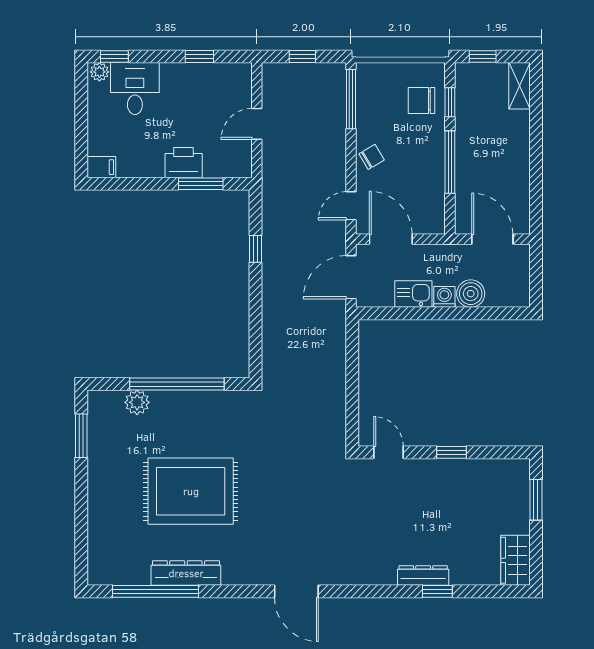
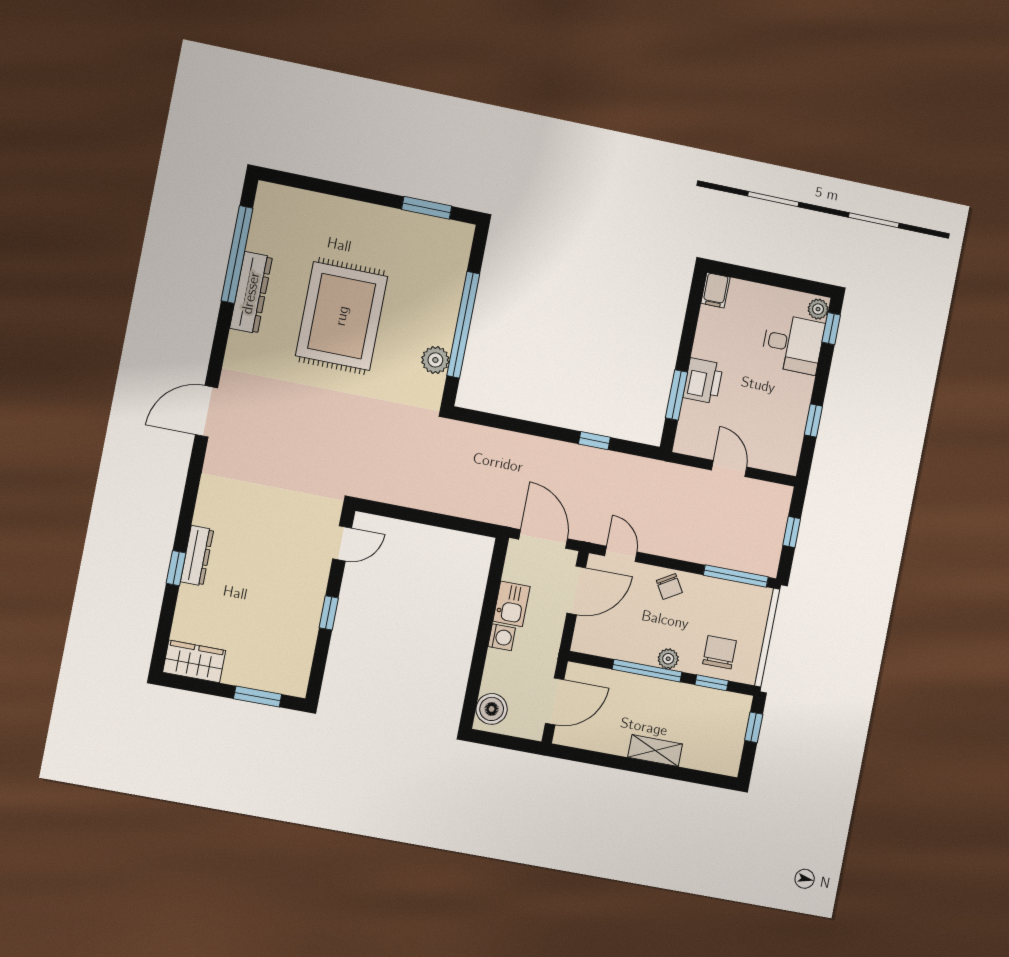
shelving: (520, 86) -> (655, 751), moved
plant: (436, 145) -> (668, 659), added
boiler: (471, 294) -> (492, 709), moved
plant: (137, 402) -> (435, 360), moved

